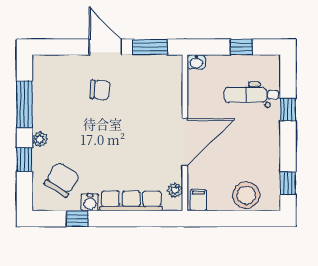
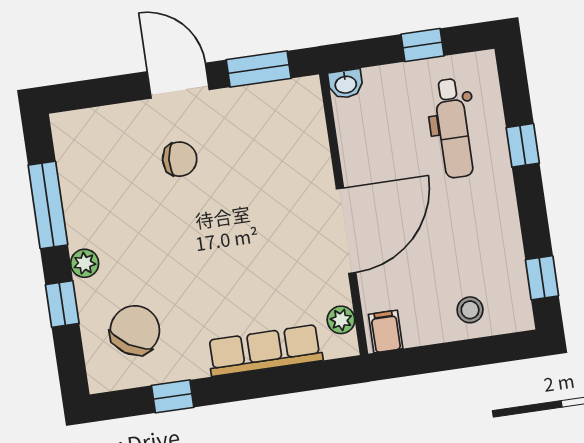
dental chair: (251, 95) -> (453, 128), turned -90
stool: (246, 195) -> (470, 310), width x0.53, depth x0.53
water cooler: (90, 202) -> (191, 364), removed

